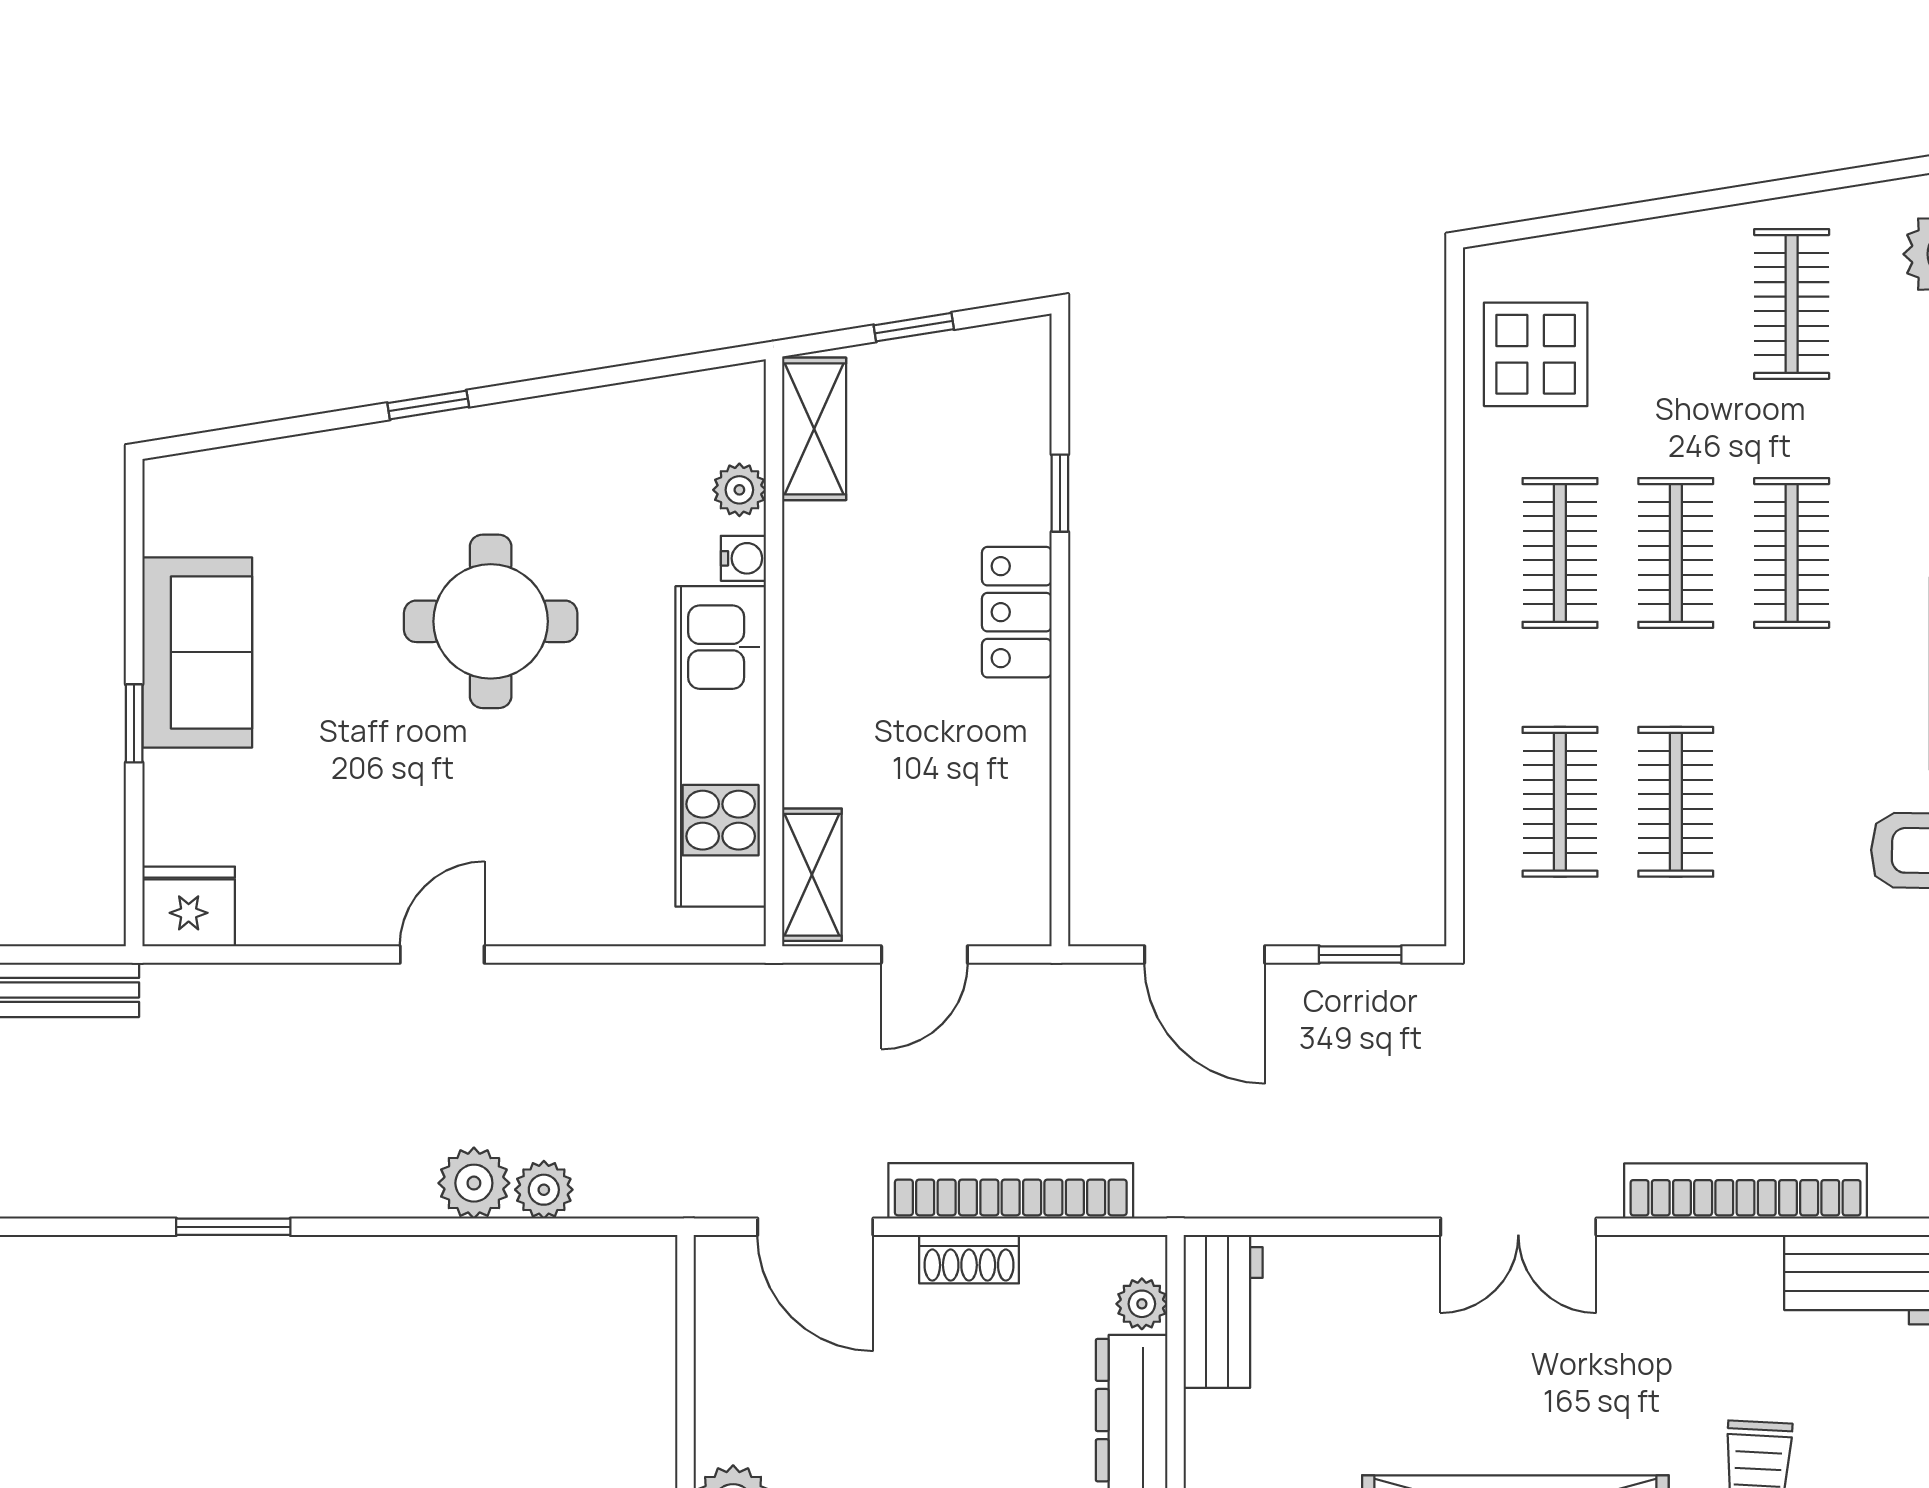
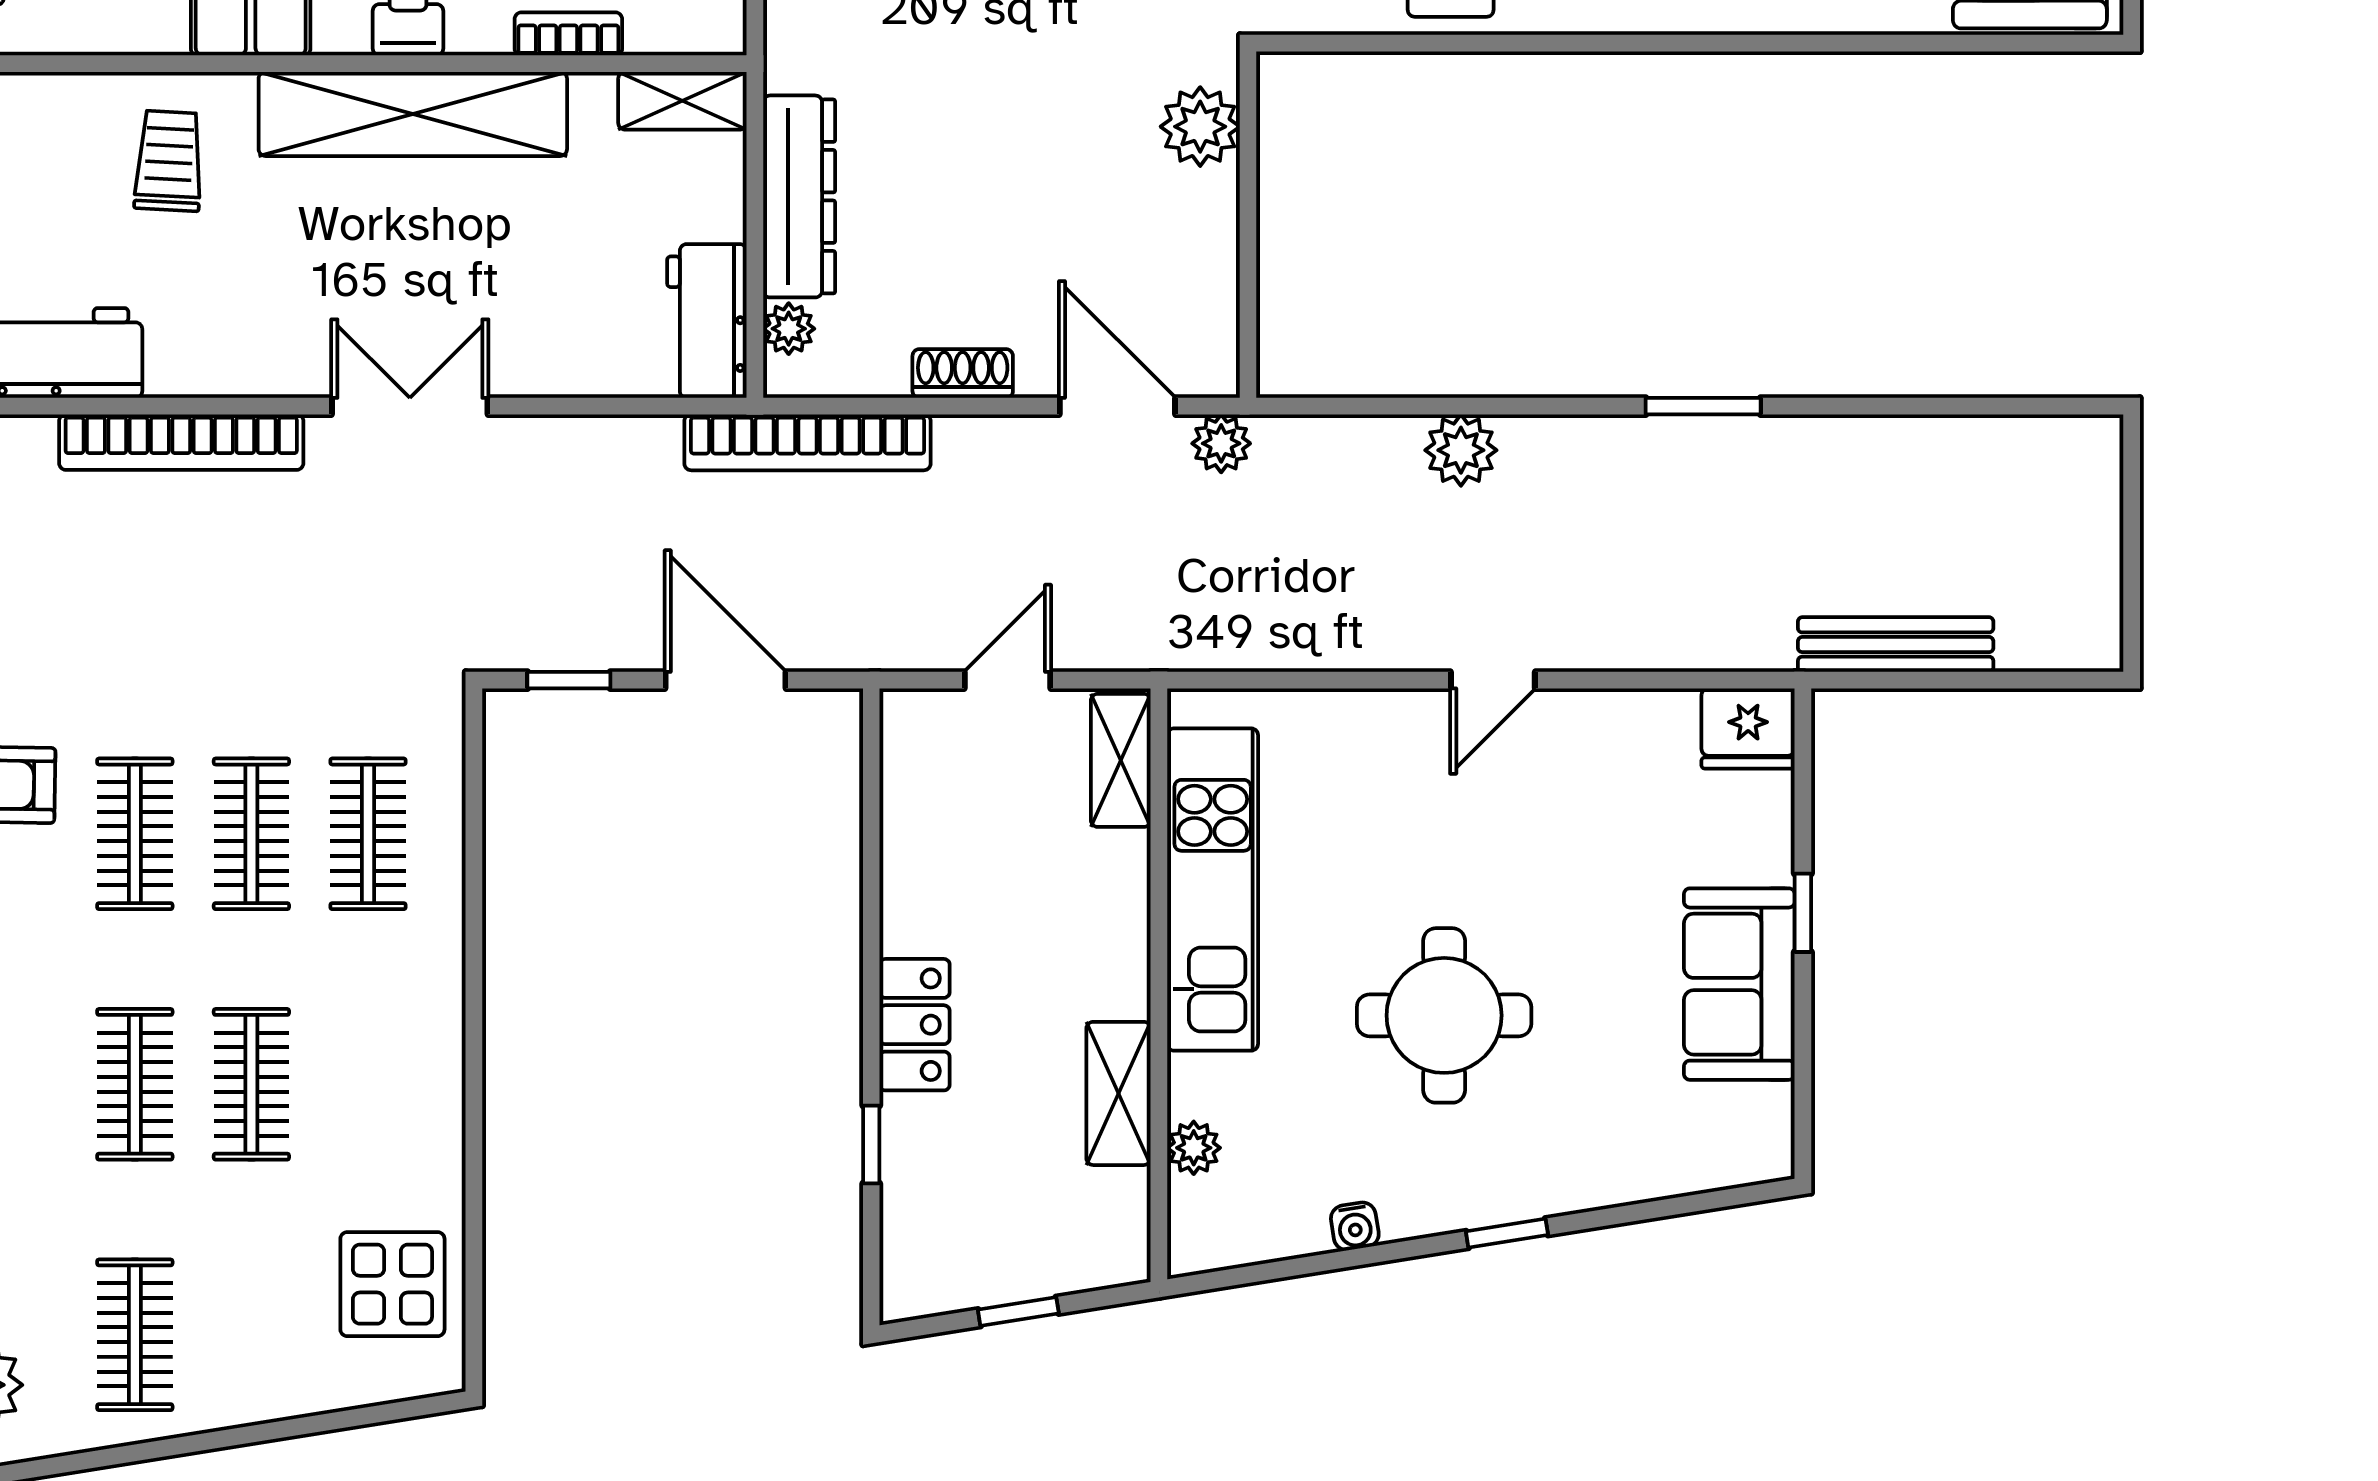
shelving: (814, 429) -> (1119, 1093), moved
clothes rail: (1560, 553) -> (135, 834), moved
water cooler: (743, 558) -> (1355, 1226), moved, turned -99
plant: (544, 1190) -> (1221, 443), moved
bookcase: (1011, 1191) -> (808, 442), moved

